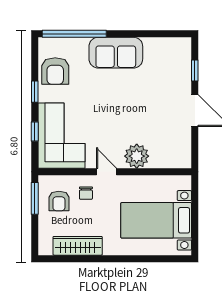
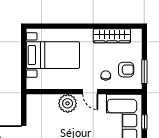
armchair: (59, 201) -> (126, 70), turned 90

